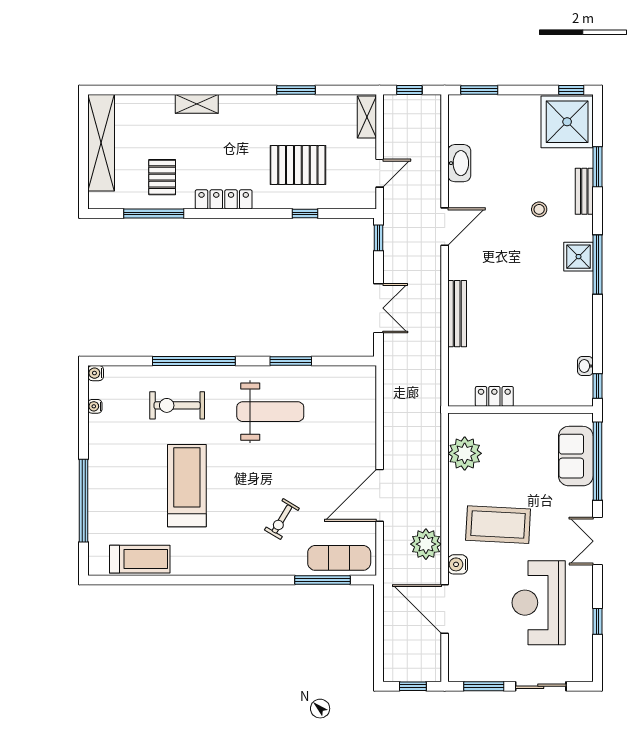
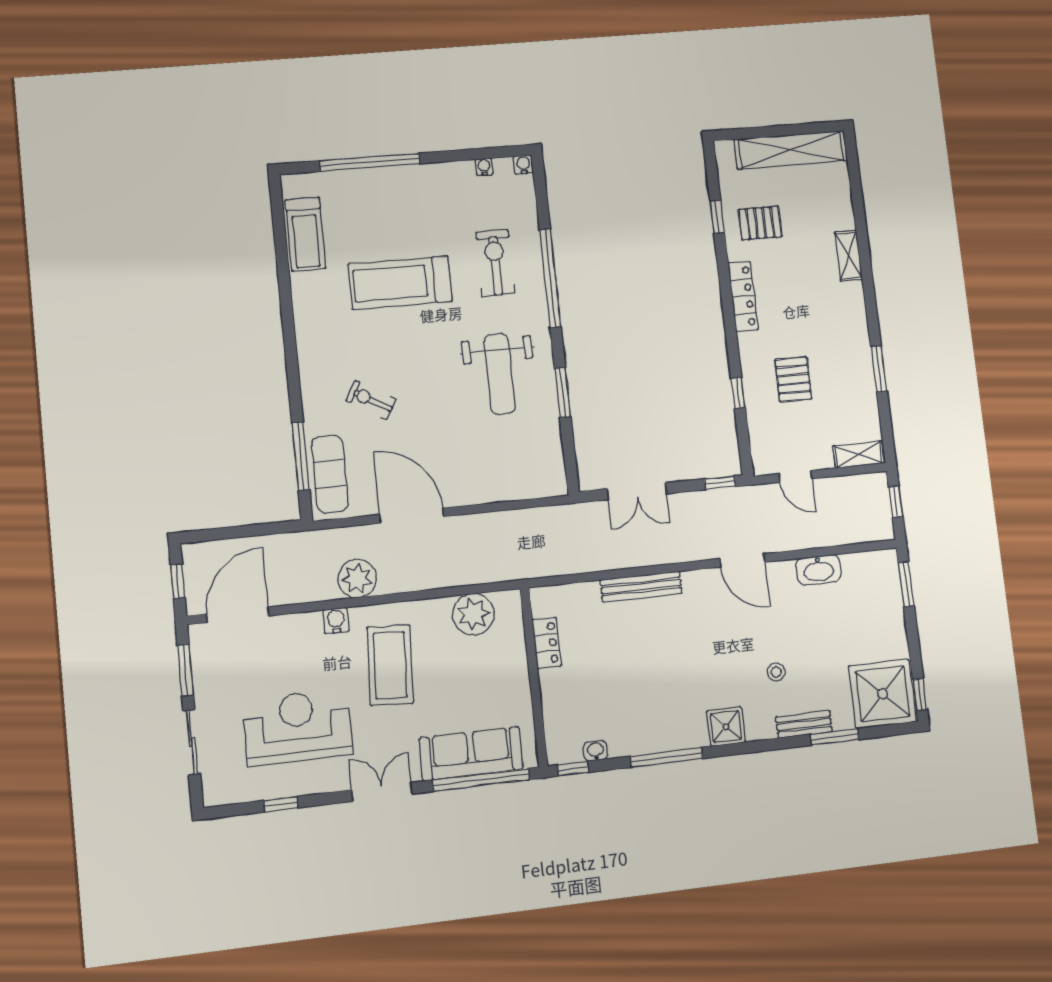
pallet: (298, 165) -> (793, 379), width x0.67, depth x0.71
window: (154, 214) -> (717, 217), width x0.46
window: (597, 265) -> (667, 757), moved
sofa: (576, 456) -> (471, 754), width x1.36
treadmill: (187, 486) -> (400, 283), turned 180
door: (445, 609) -> (238, 615), moved

